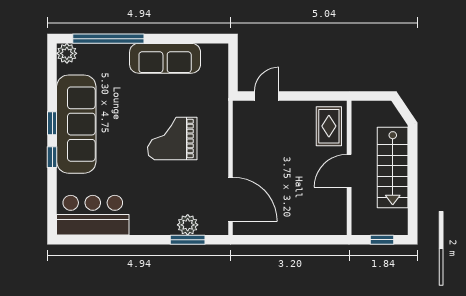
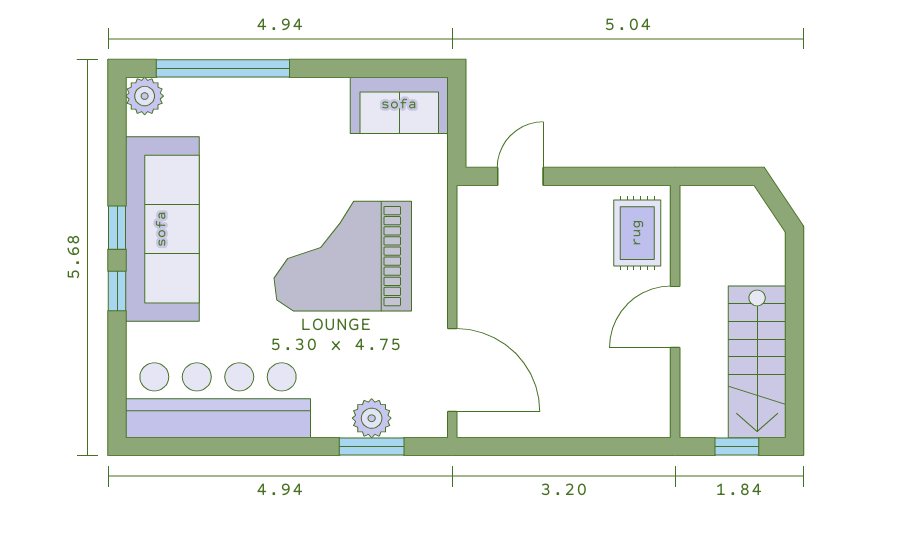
sofa: (165, 58) -> (399, 105), moved, width x0.73
grand piano: (172, 138) -> (343, 256), width x1.37, depth x1.48
stairs: (393, 168) -> (757, 362), moved
bar counter: (93, 215) -> (218, 400), width x1.36

